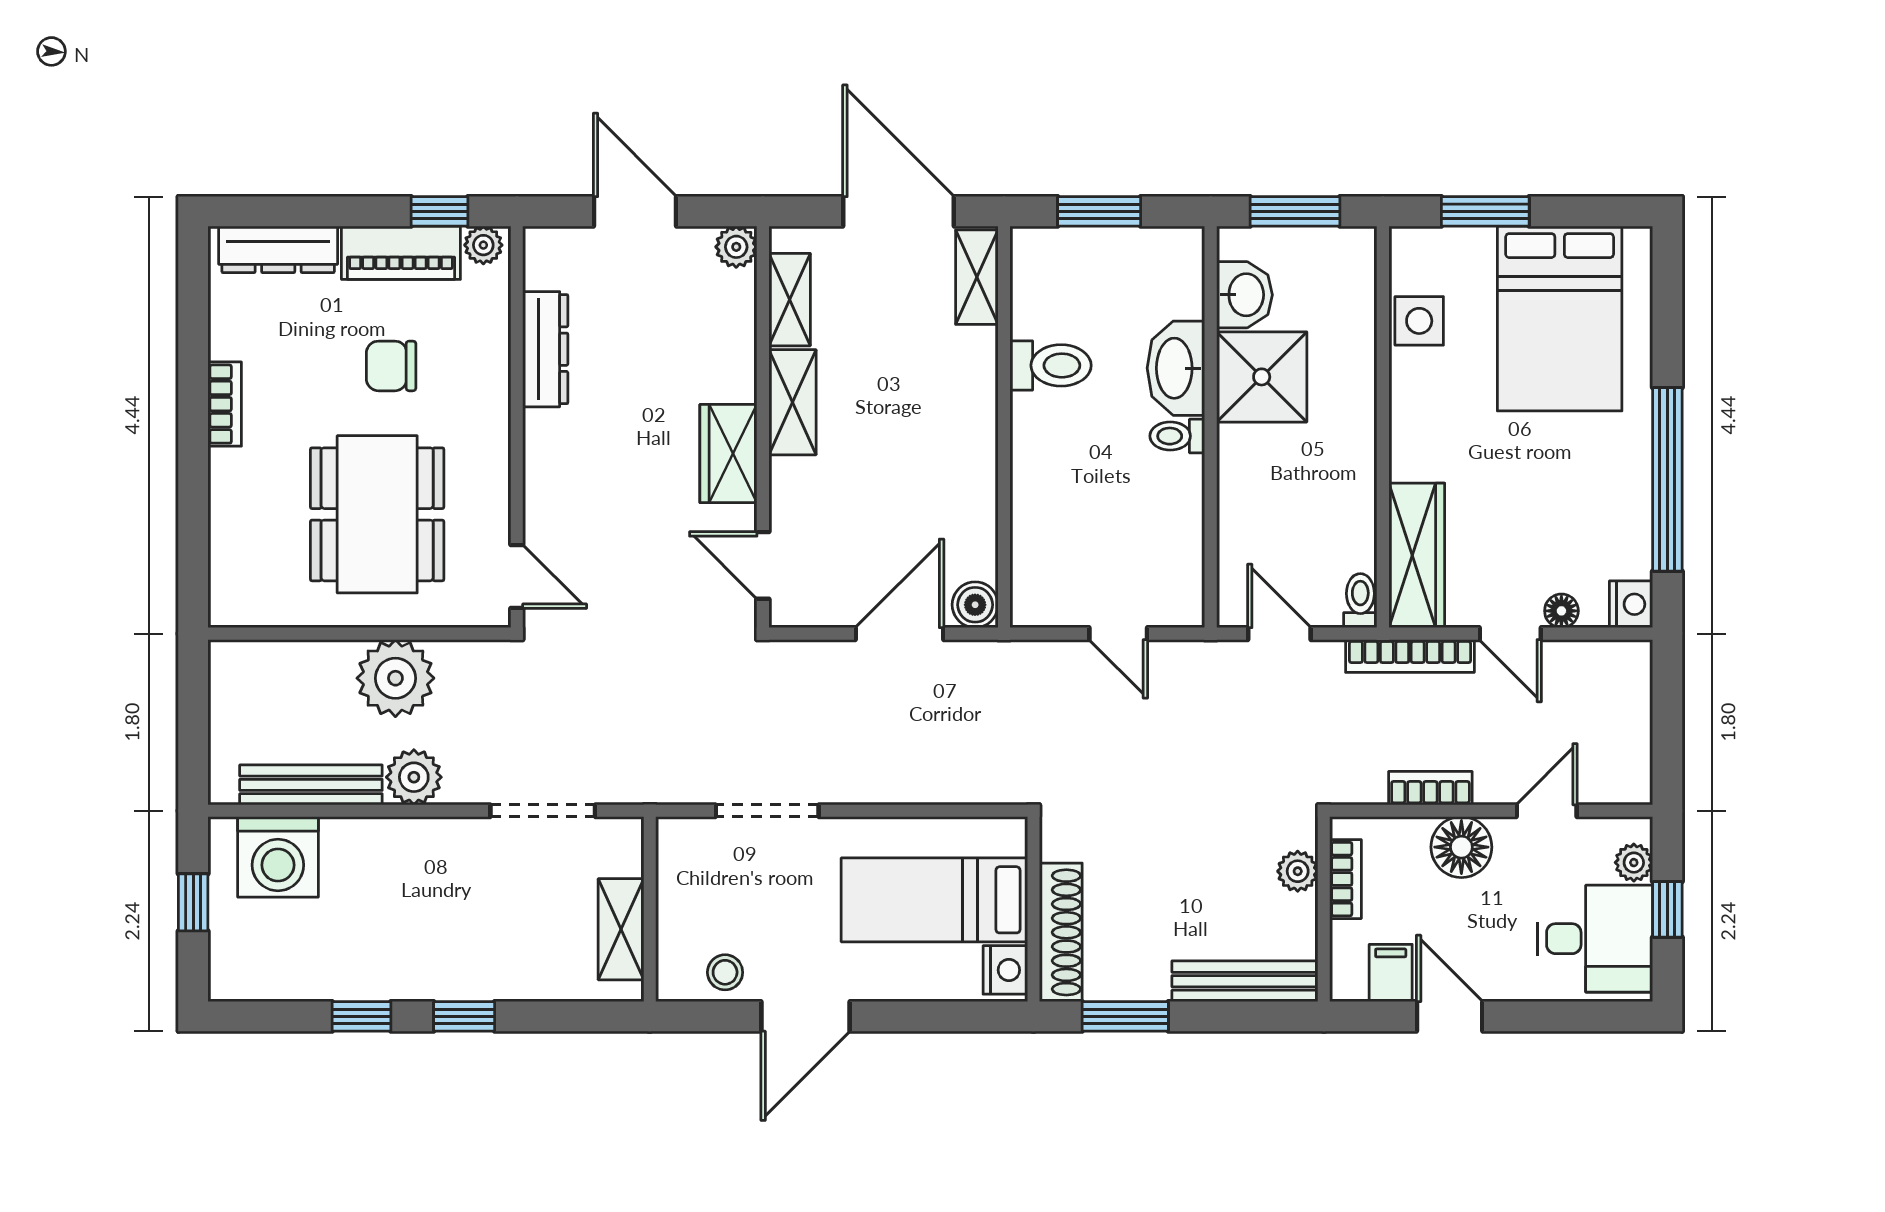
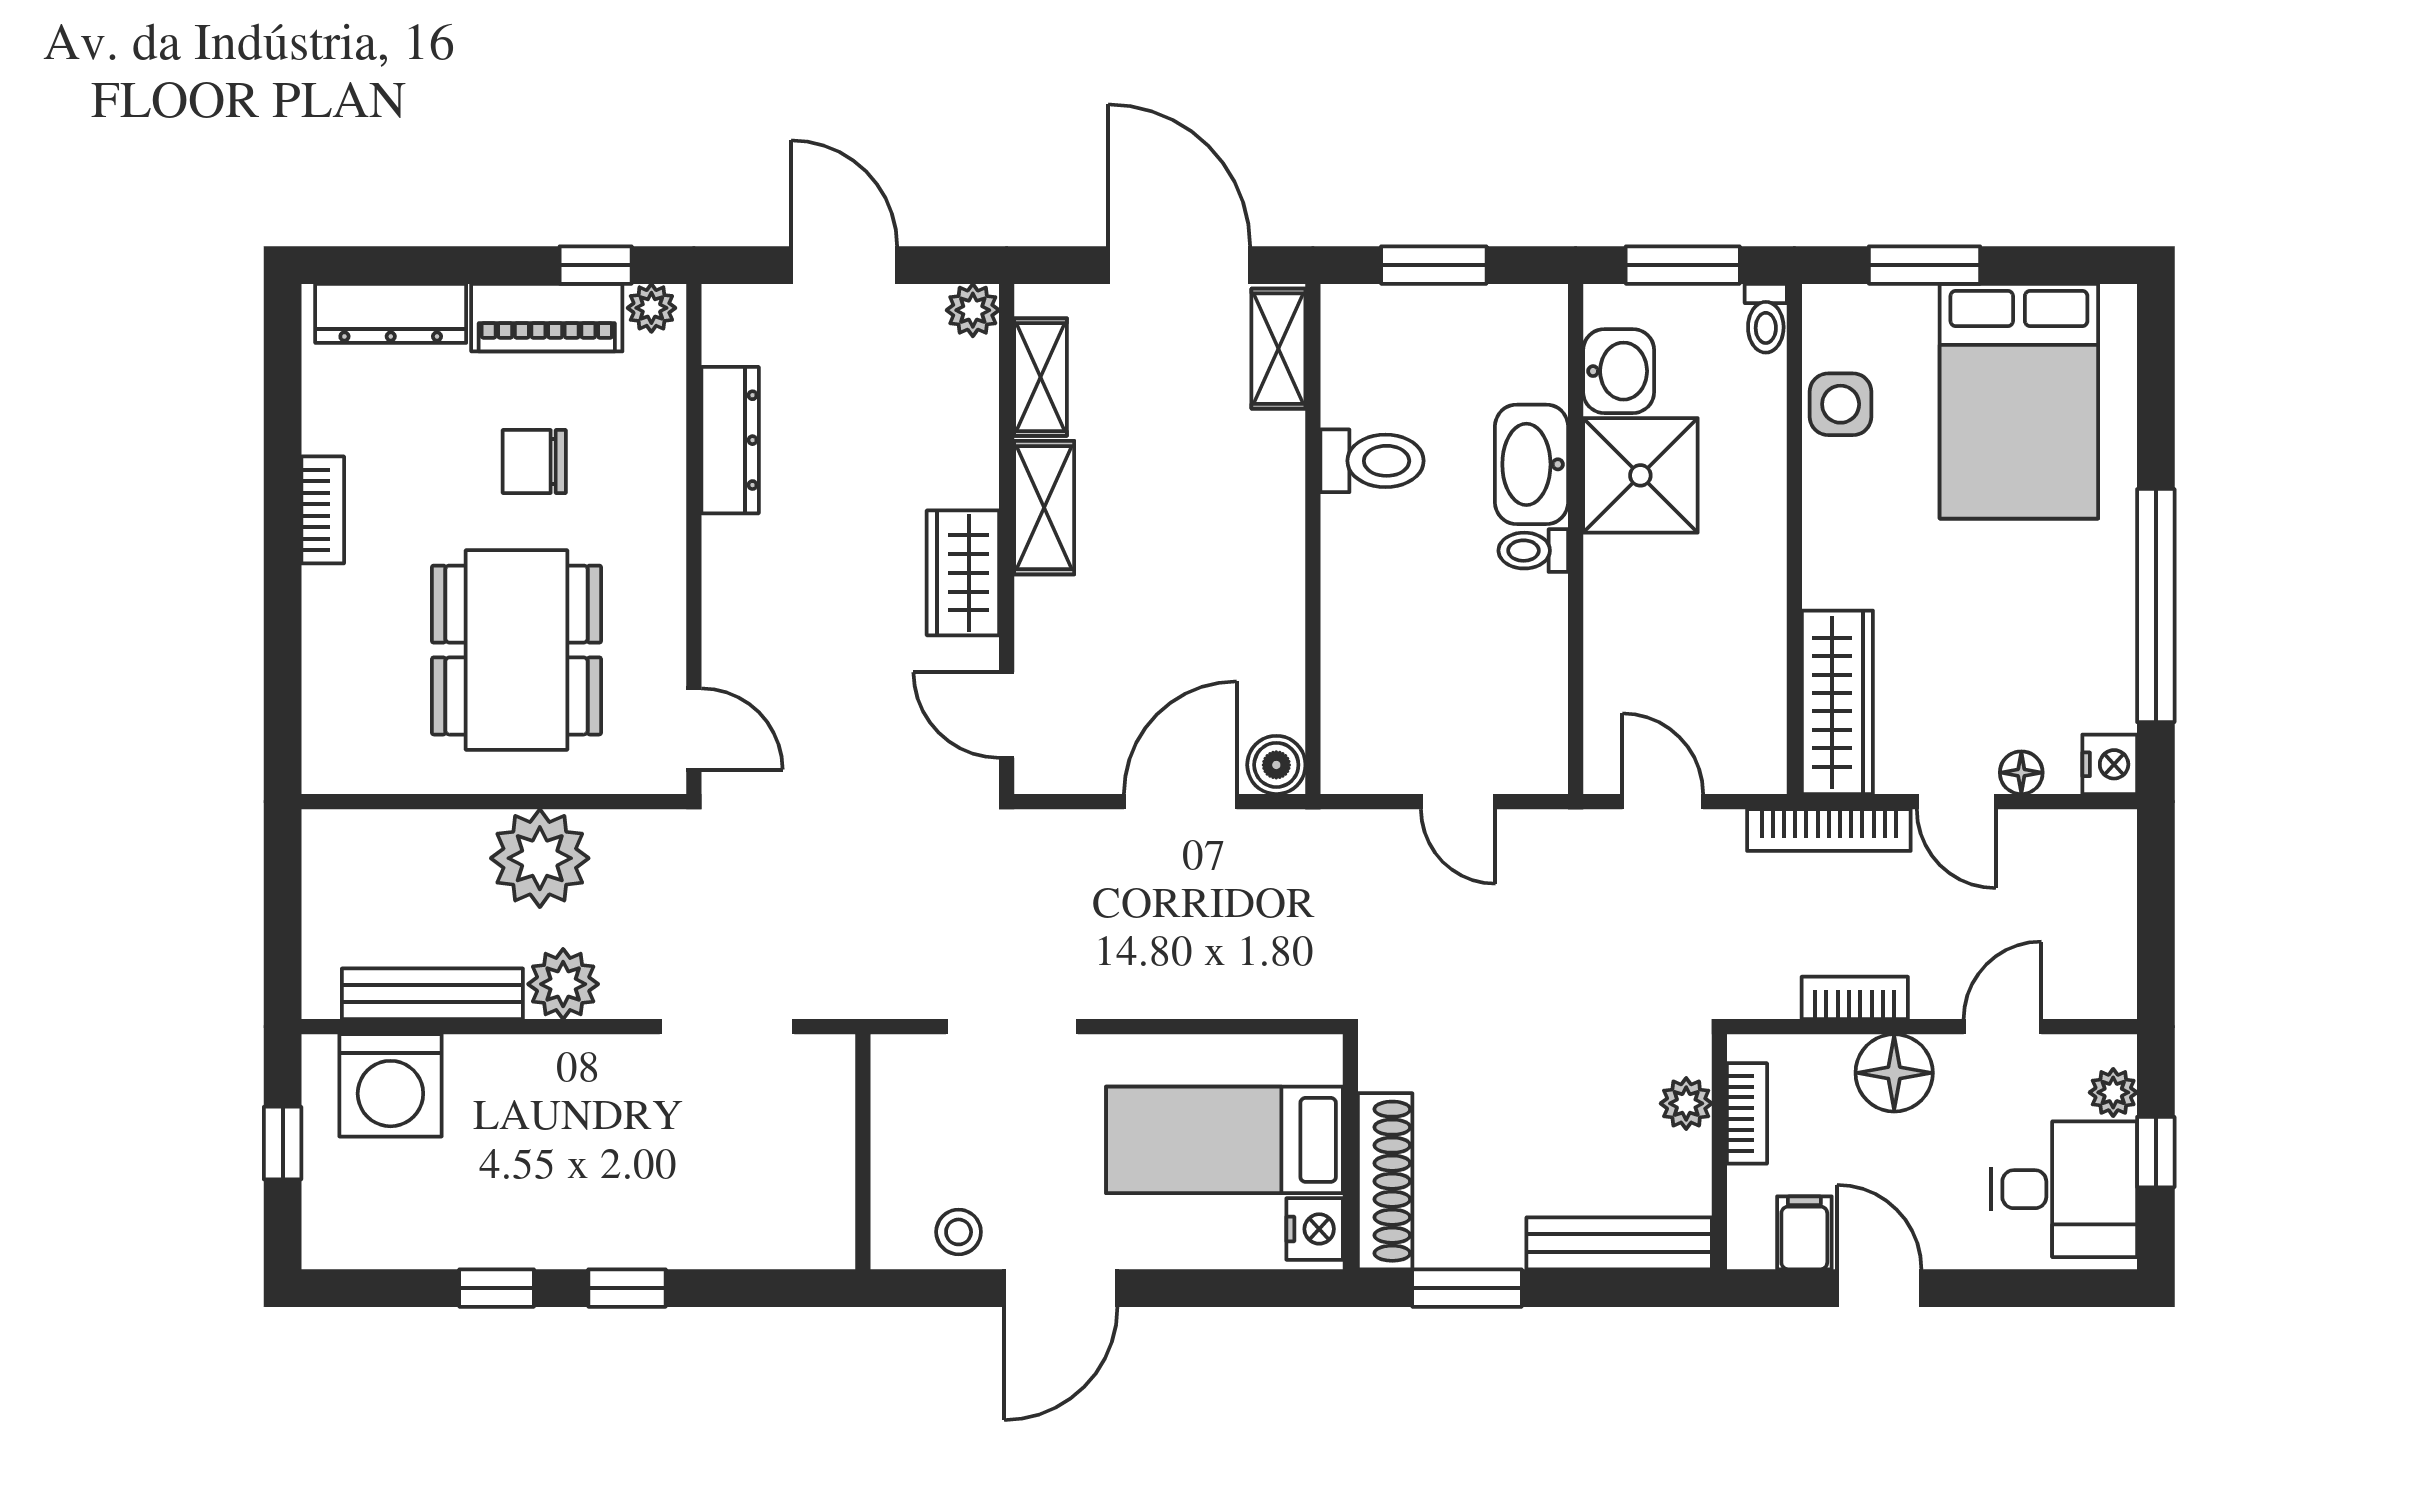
toilet: (1360, 601) -> (1766, 318), moved, turned 180
shelving: (621, 929) -> (826, 1177), removed

